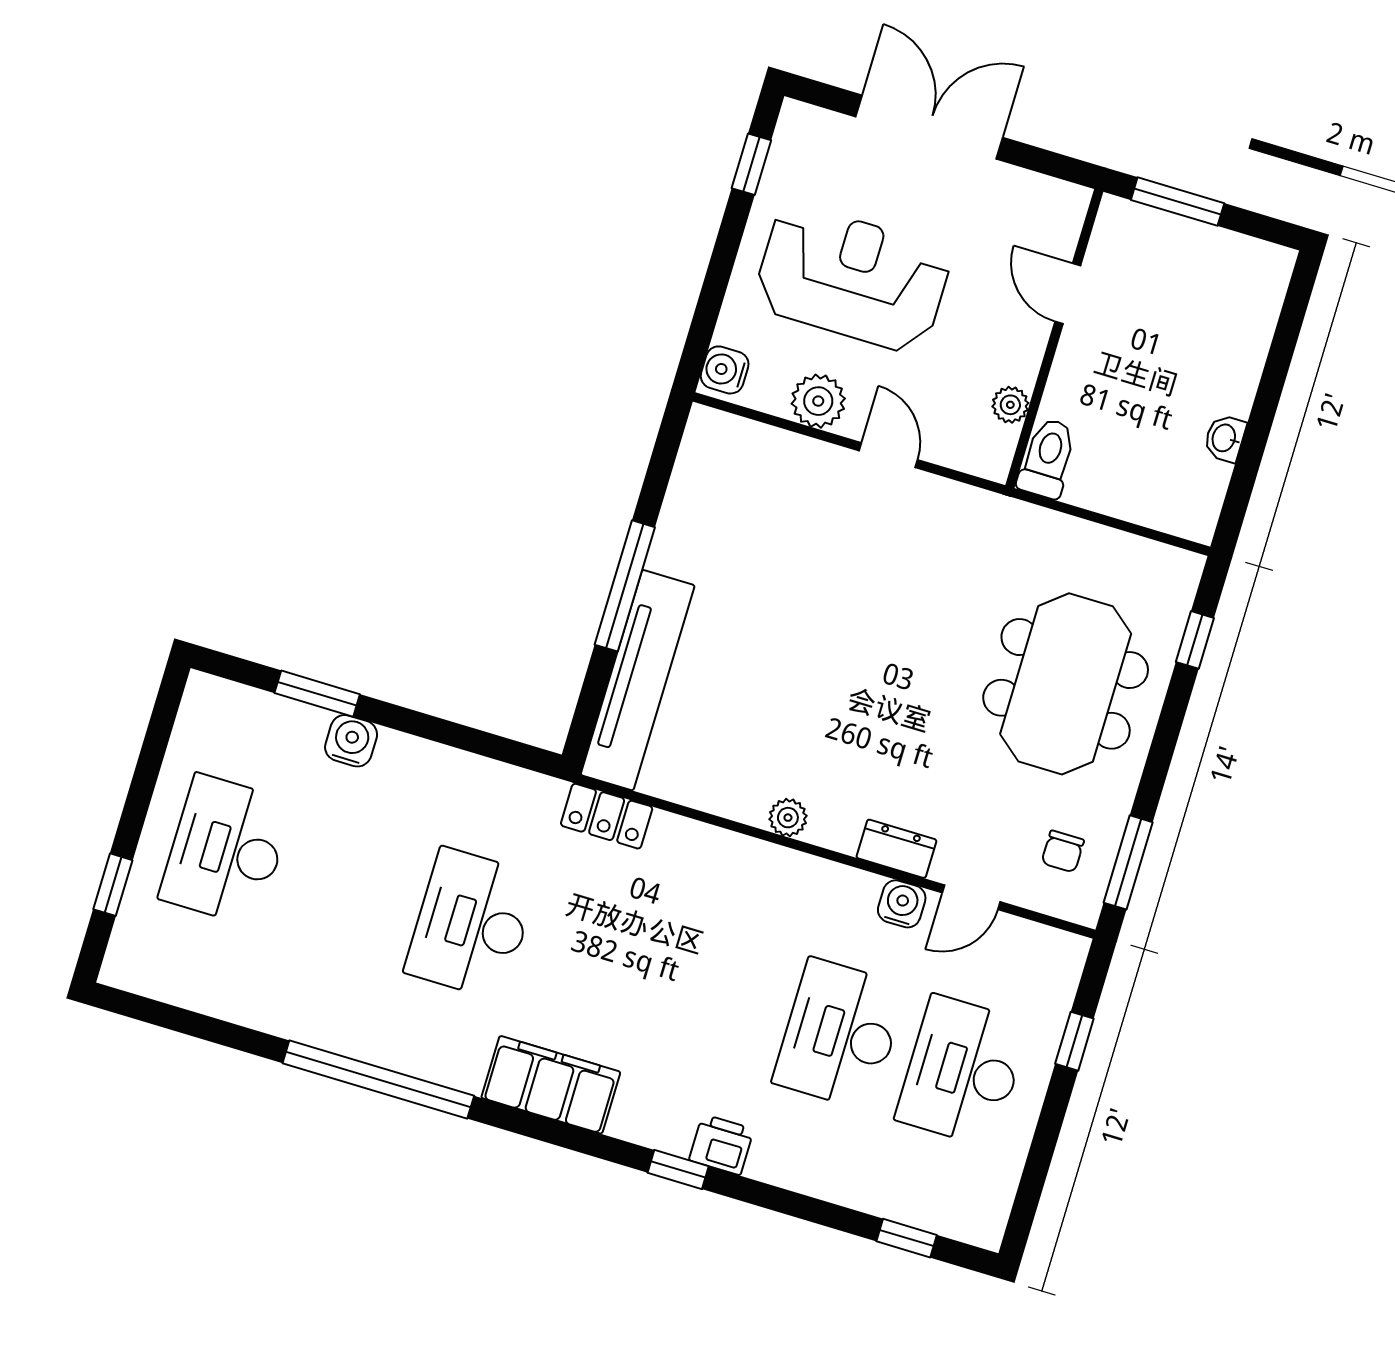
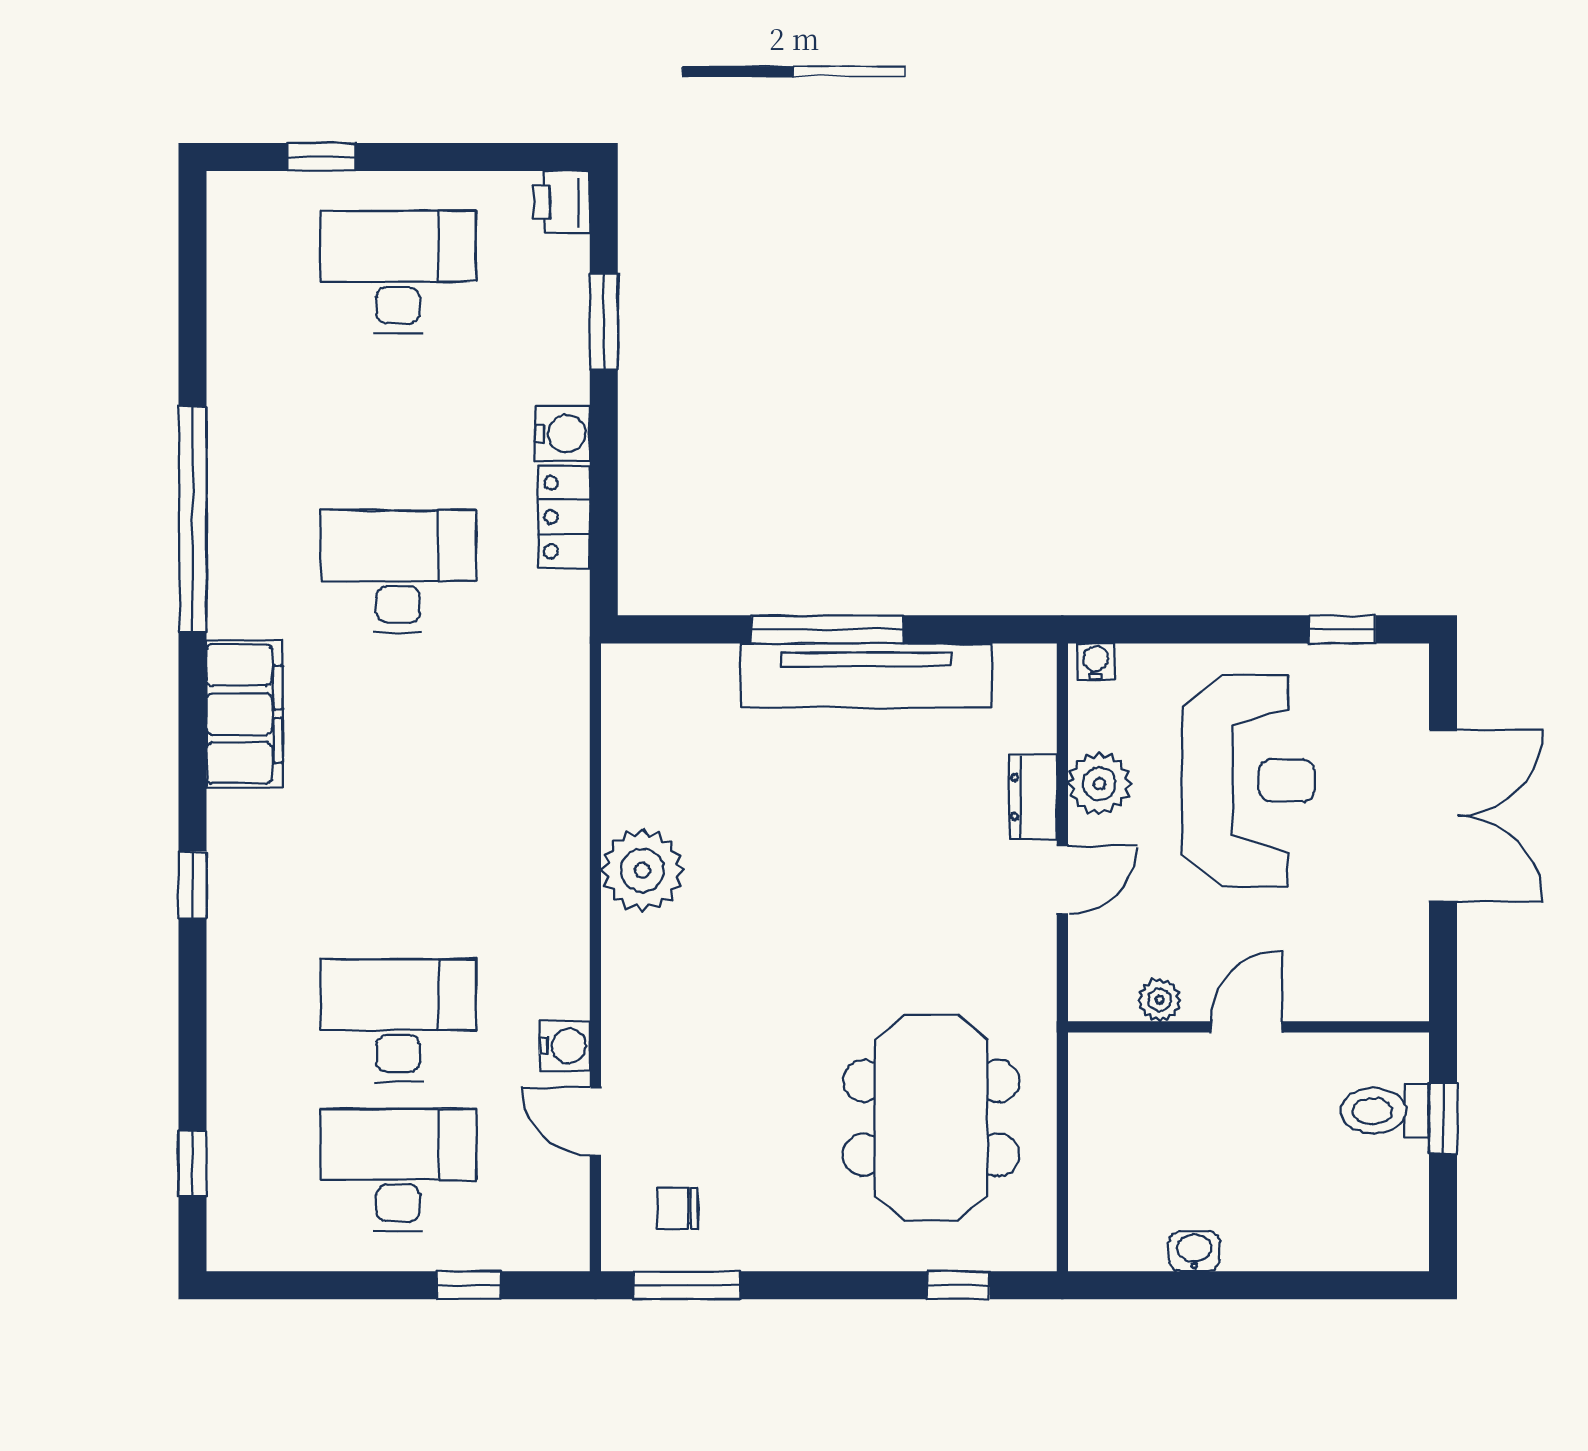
window: (1178, 202) -> (1443, 1119), width x0.67
door: (1068, 294) -> (1246, 1027), moved
water cooler: (725, 370) -> (1096, 662), width x0.72, depth x0.72
toilet: (1047, 458) -> (1385, 1111), moved, turned 180
tv unit: (638, 680) -> (866, 675), moved
meeting table: (1066, 684) -> (931, 1118), moved, turned 90
water cooler: (351, 741) -> (562, 434), moved
locker: (607, 816) -> (564, 517), moved
plant: (788, 818) -> (642, 870), width x1.87, depth x1.87
dresser: (896, 849) -> (1033, 797), moved, turned 180
printer: (721, 1145) -> (561, 202), moved, turned 180

